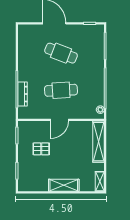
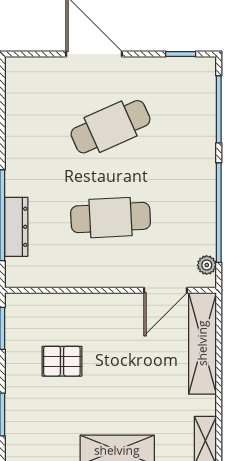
cafe table: (61, 53) -> (111, 127), turned -45
door: (60, 120) -> (166, 290), moved

